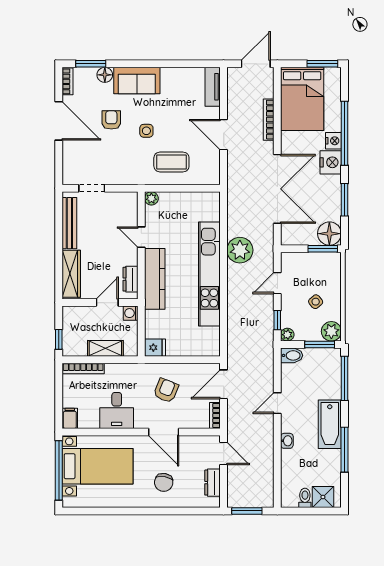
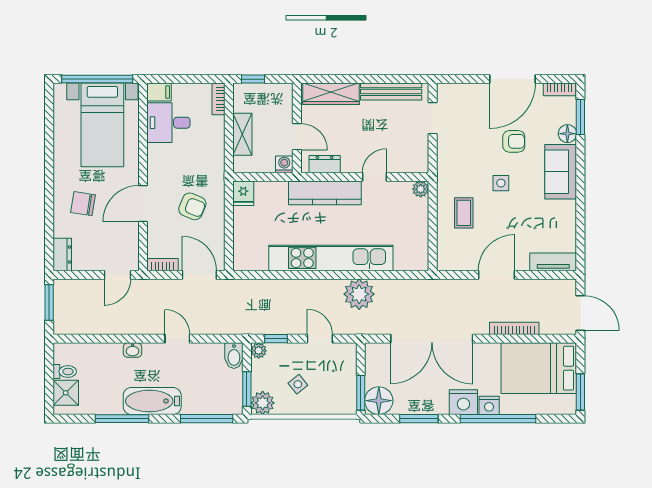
coffee table: (171, 162) -> (464, 213), width x0.73, depth x0.77
bookcase: (83, 368) -> (219, 99), width x0.64
desk: (117, 410) -> (168, 123), moved
dresser: (212, 483) -> (62, 254), moved, turned 90

